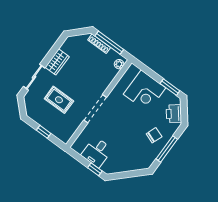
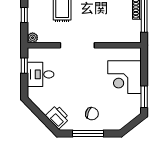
plant: (119, 64) -> (33, 38), moved
printer: (174, 114) -> (58, 117), moved, turned 84
window: (95, 169) -> (24, 66), moved

